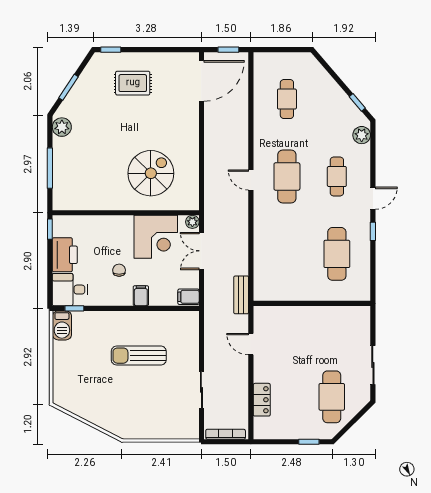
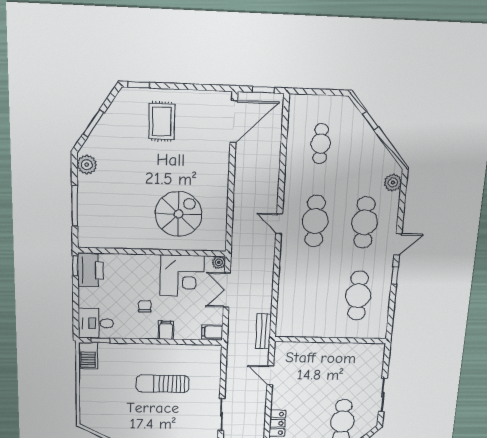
rug: (133, 83) -> (162, 121), turned 90
window: (357, 102) -> (370, 121), moved
cafe table: (337, 177) -> (365, 222), width x1.37, depth x1.35
printer: (65, 255) -> (90, 270), moved

